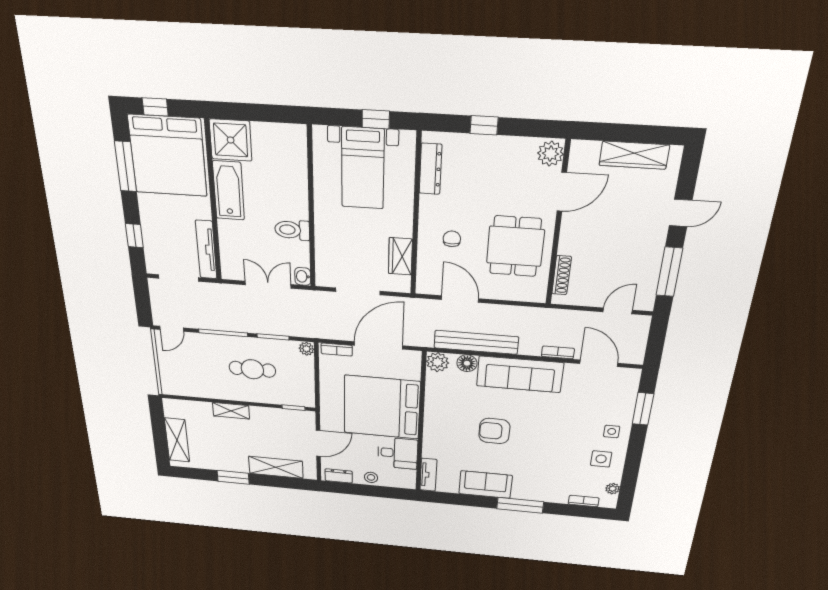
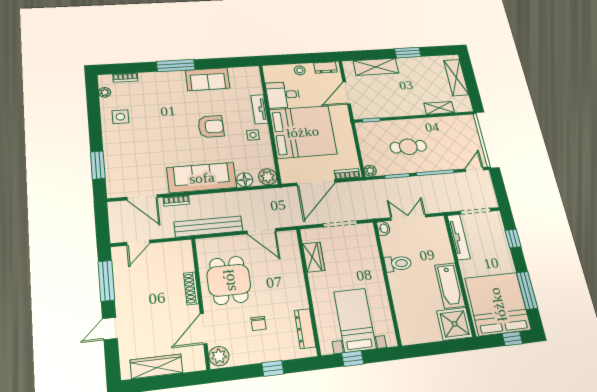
chair: (452, 239) -> (259, 323), moved
shoe rack: (562, 275) -> (191, 288), moved
double door: (268, 285) -> (408, 217), swing flipped
bench: (476, 342) -> (208, 226), moved
shelving: (231, 411) -> (439, 108), moved
side table: (612, 431) -> (253, 135), moved
tv unit: (428, 475) -> (259, 109), moved

